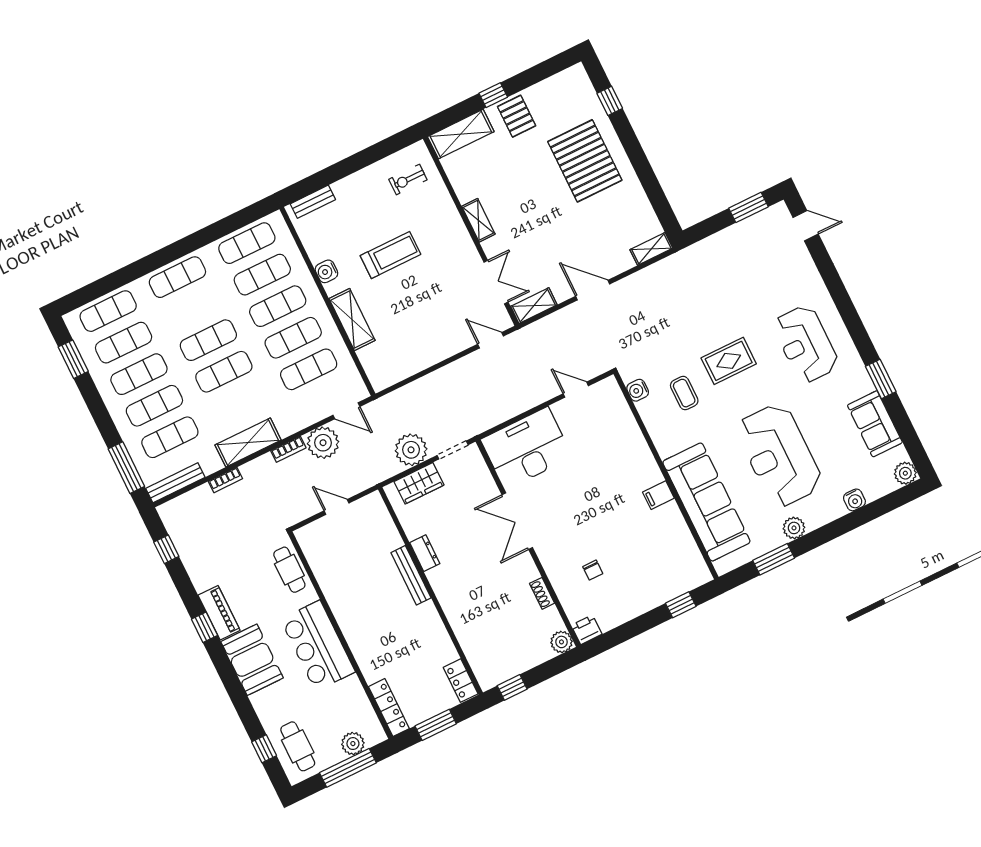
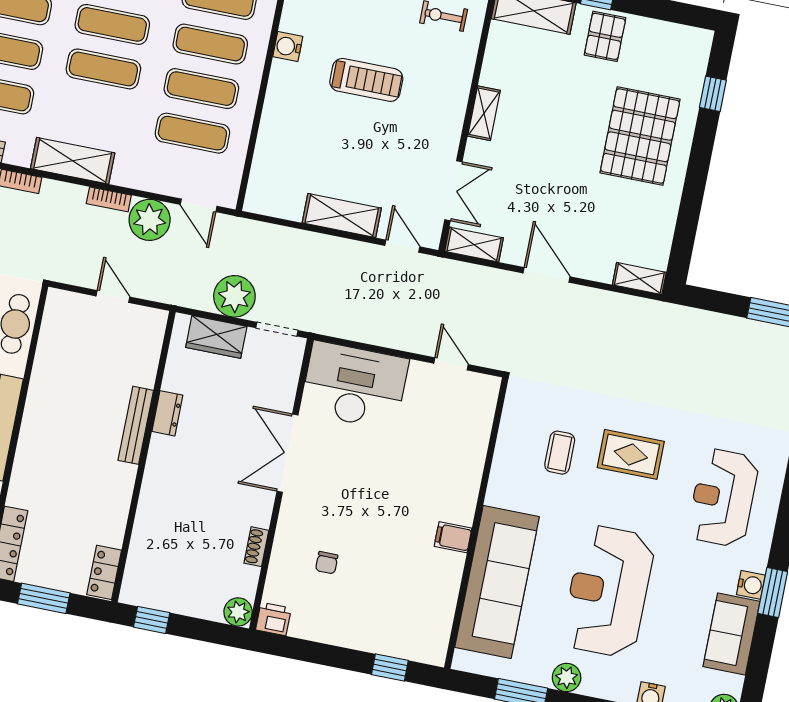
shelving: (352, 320) -> (342, 215), moved, turned 90
water cooler: (638, 390) -> (751, 585), moved, turned 180

